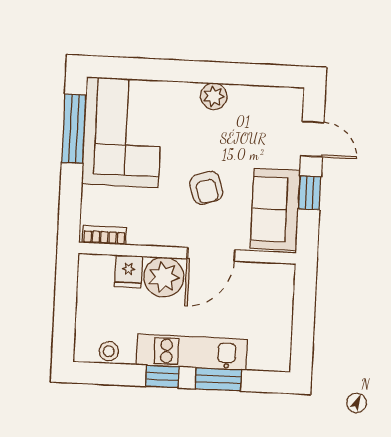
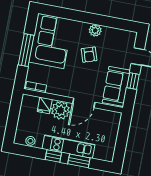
window: (74, 129) -> (26, 50), moved
armchair: (206, 188) -> (89, 55), moved

